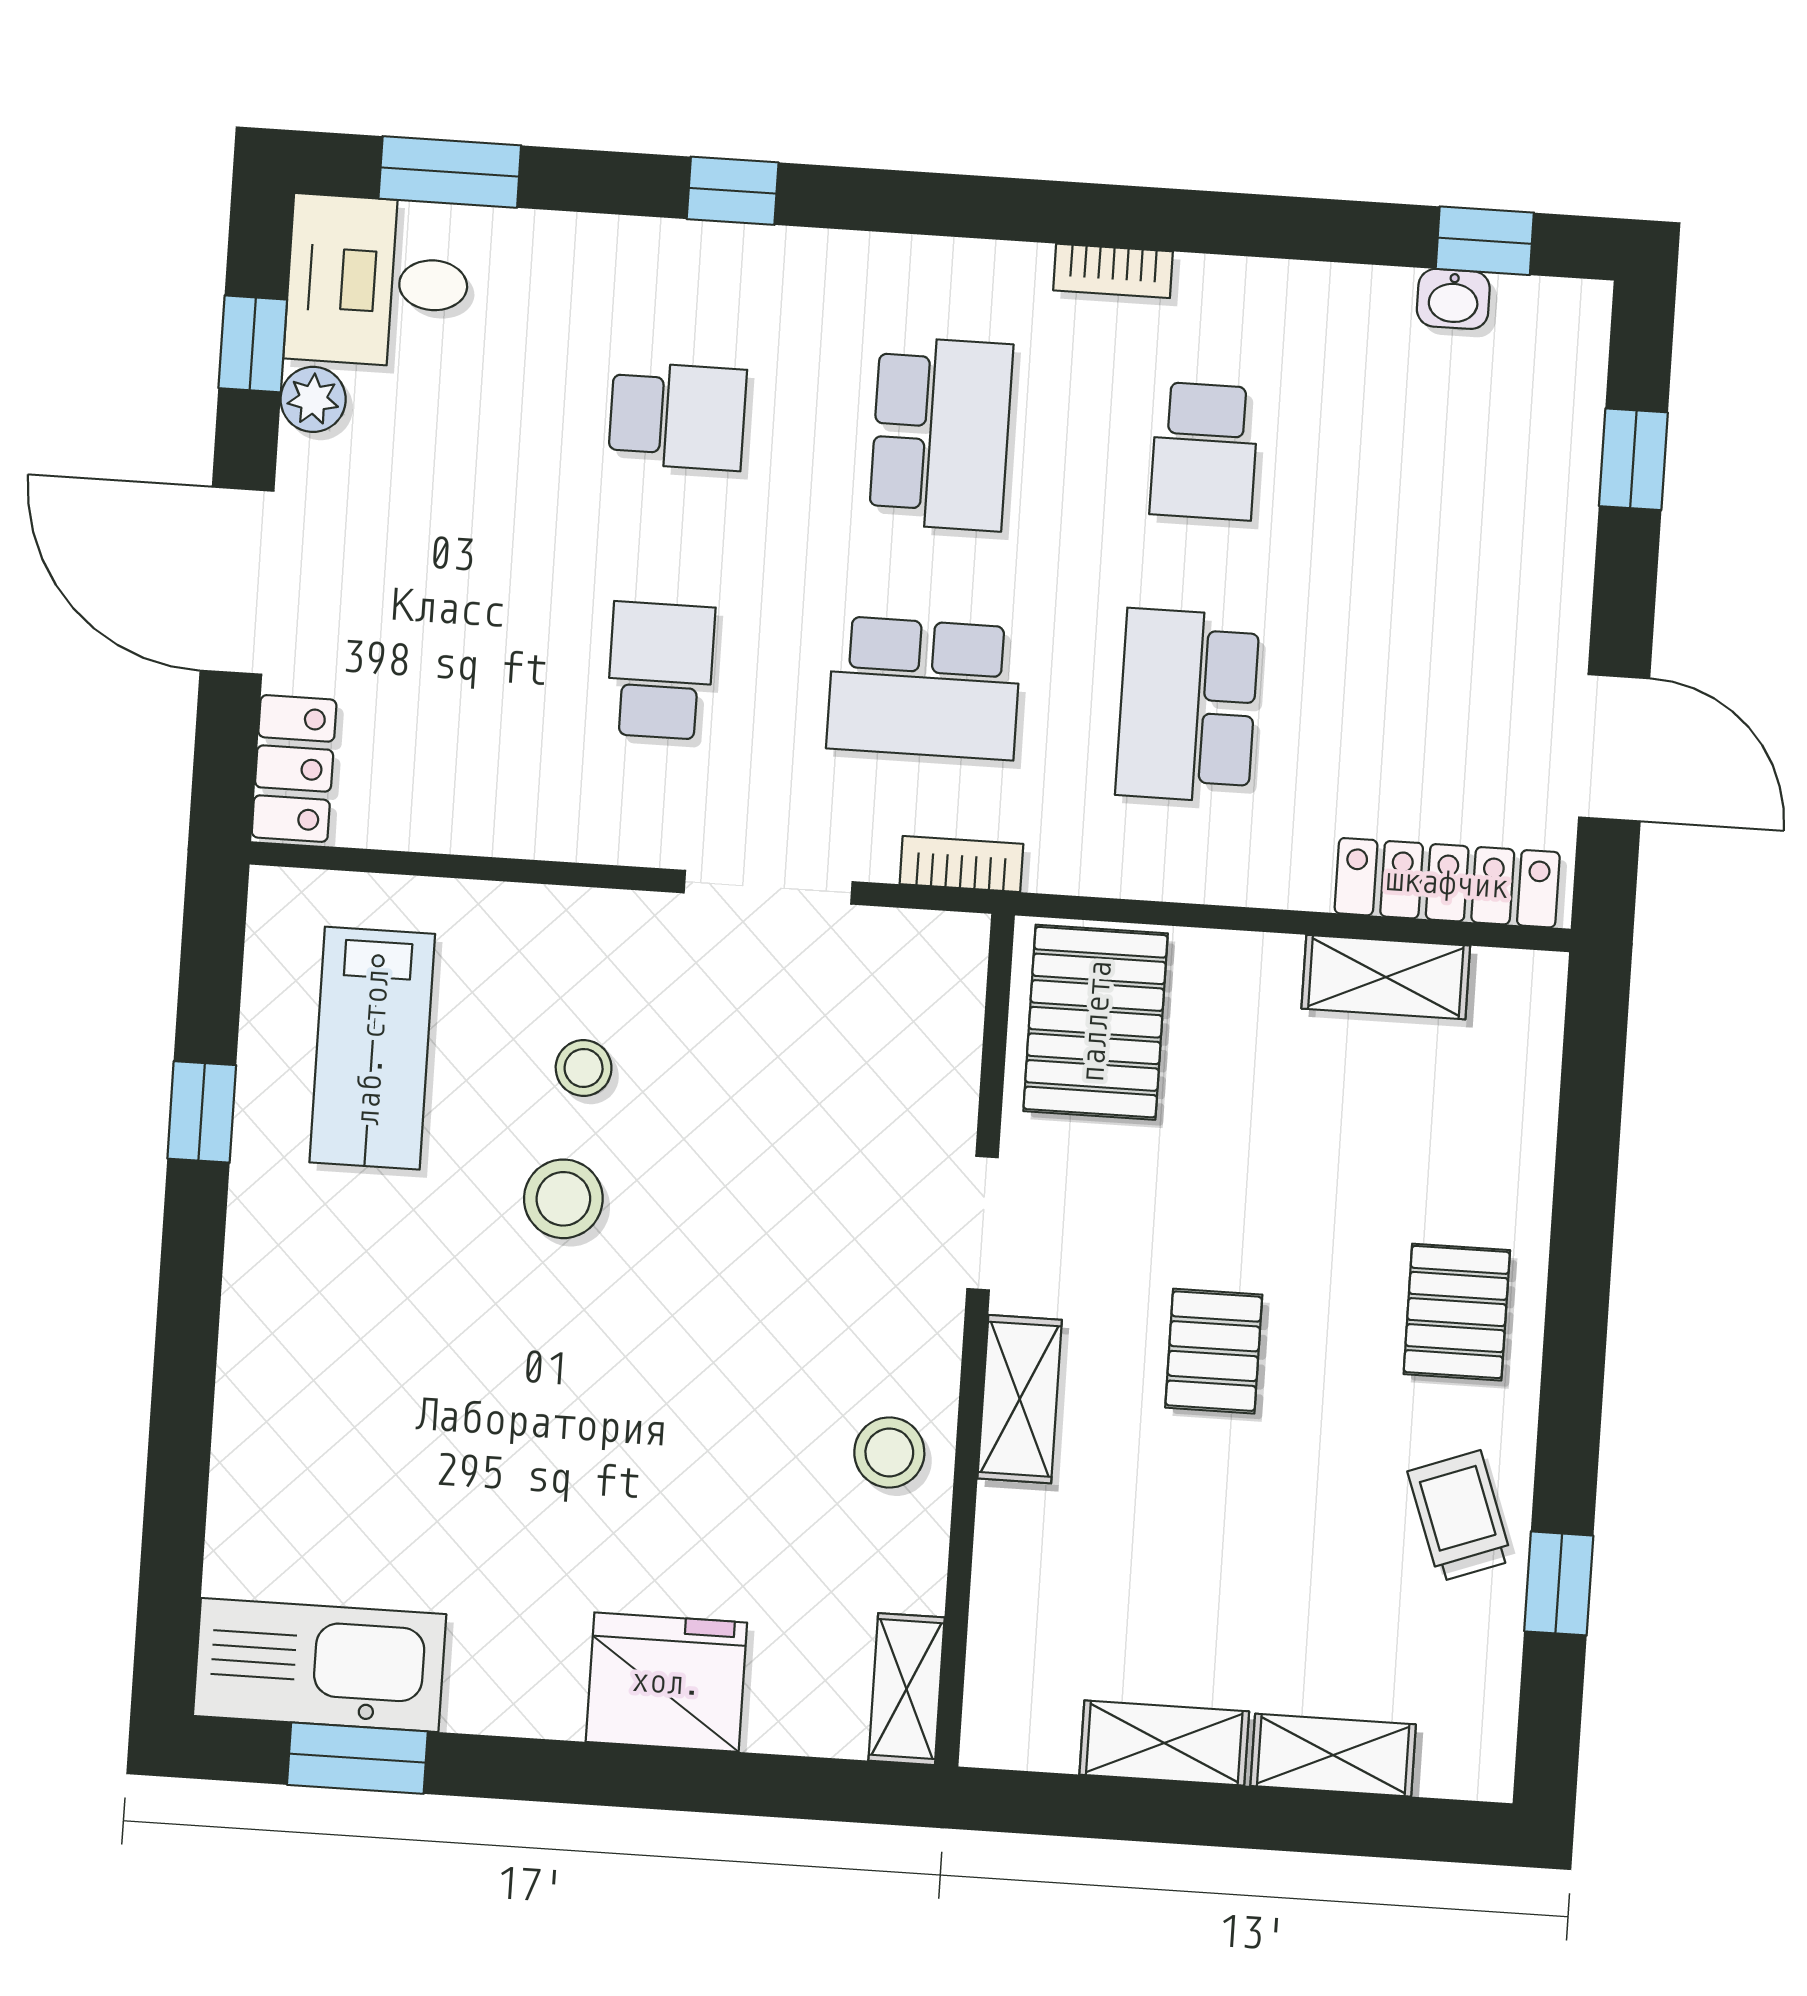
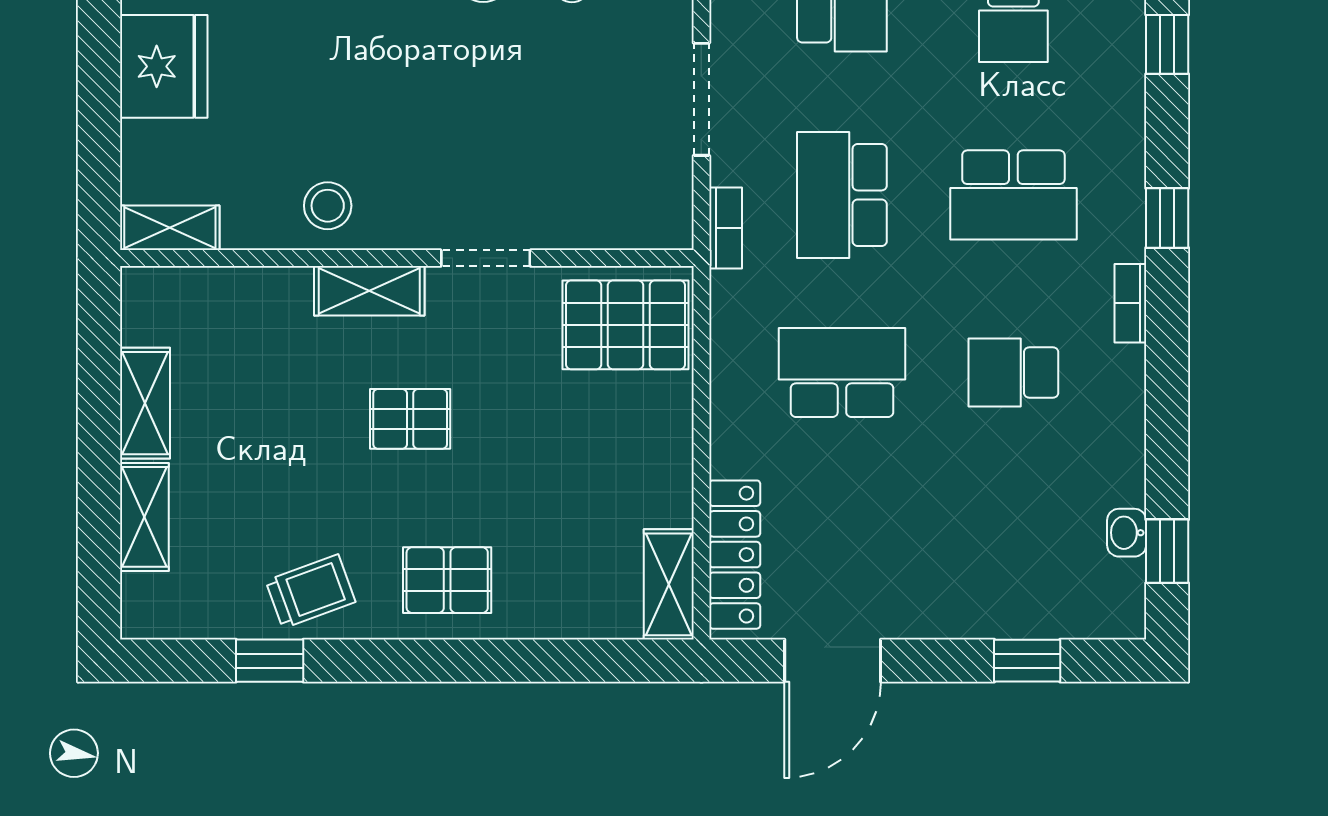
window: (990, 208) -> (1167, 218), added
shelving: (1386, 977) -> (669, 584), moved

